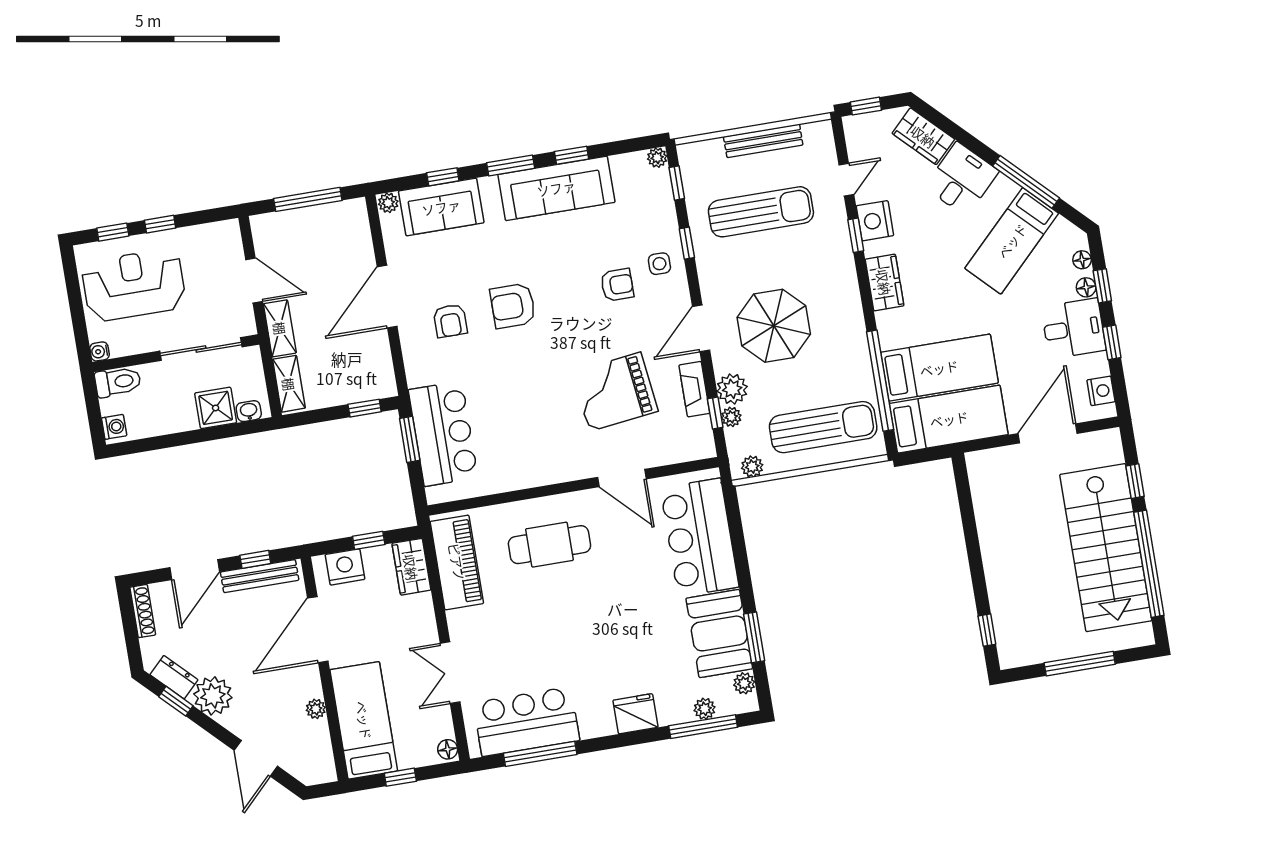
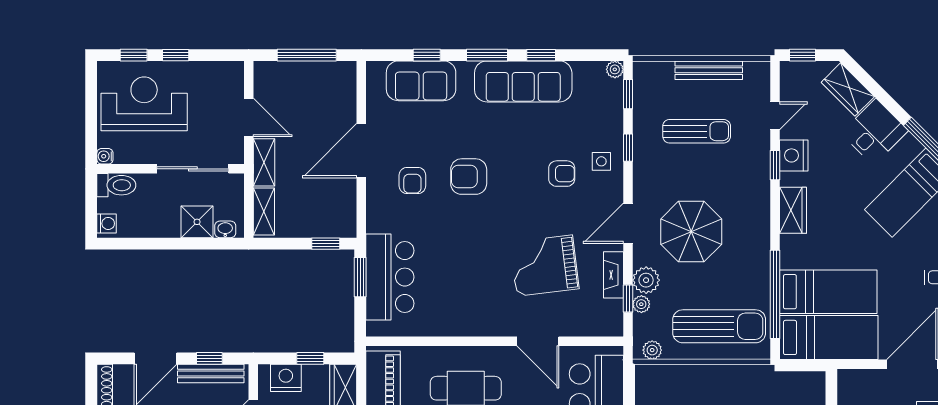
plant: (388, 203) -> (376, 70), removed
sun lounger: (761, 212) -> (697, 131), width x0.73, depth x0.75

